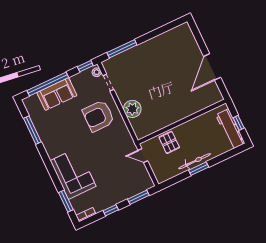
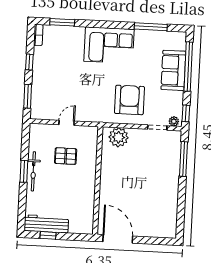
wall: (182, 122) -> (98, 181), moved
corner sofa: (73, 173) -> (109, 45), moved

